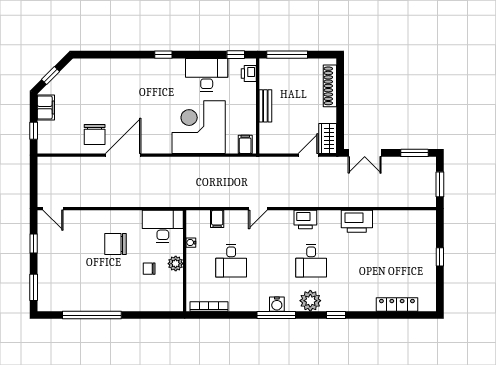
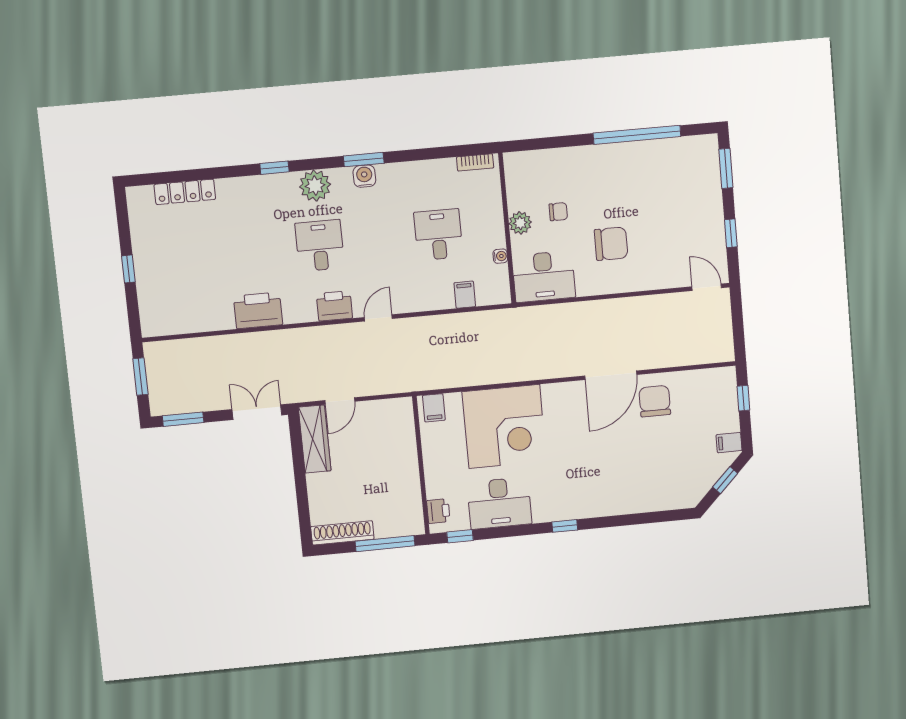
shoe rack: (330, 86) -> (342, 533), moved, turned -90
bench: (265, 106) -> (410, 467), removed
filing cabinet: (46, 108) -> (729, 443), width x0.50
wardrobe: (328, 138) -> (315, 439), width x1.50
door: (258, 209) -> (378, 318), moved
bookcase: (209, 306) -> (475, 162), width x0.64
window: (276, 315) -> (364, 160), width x0.69

